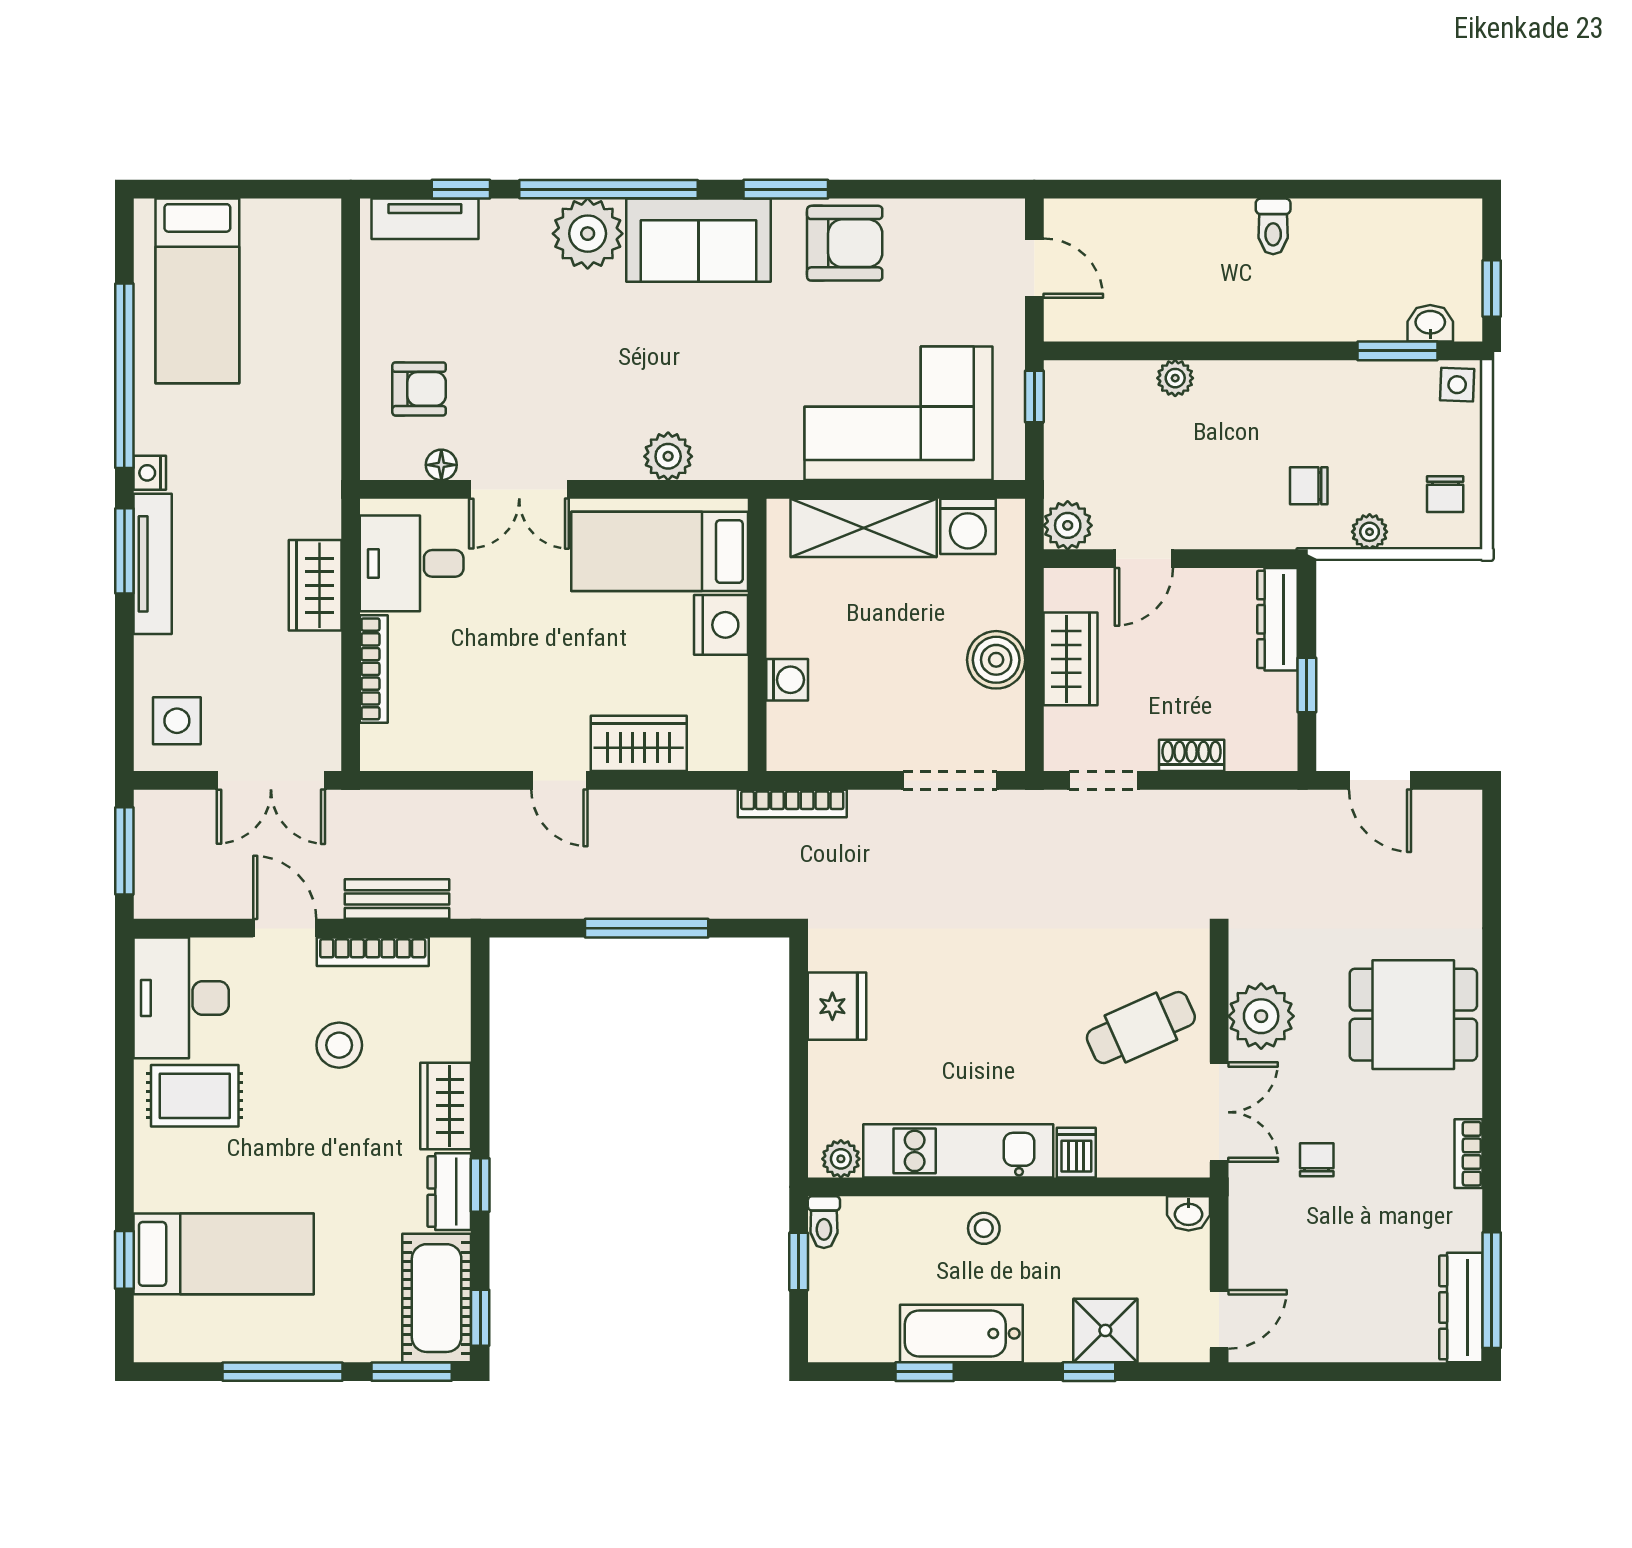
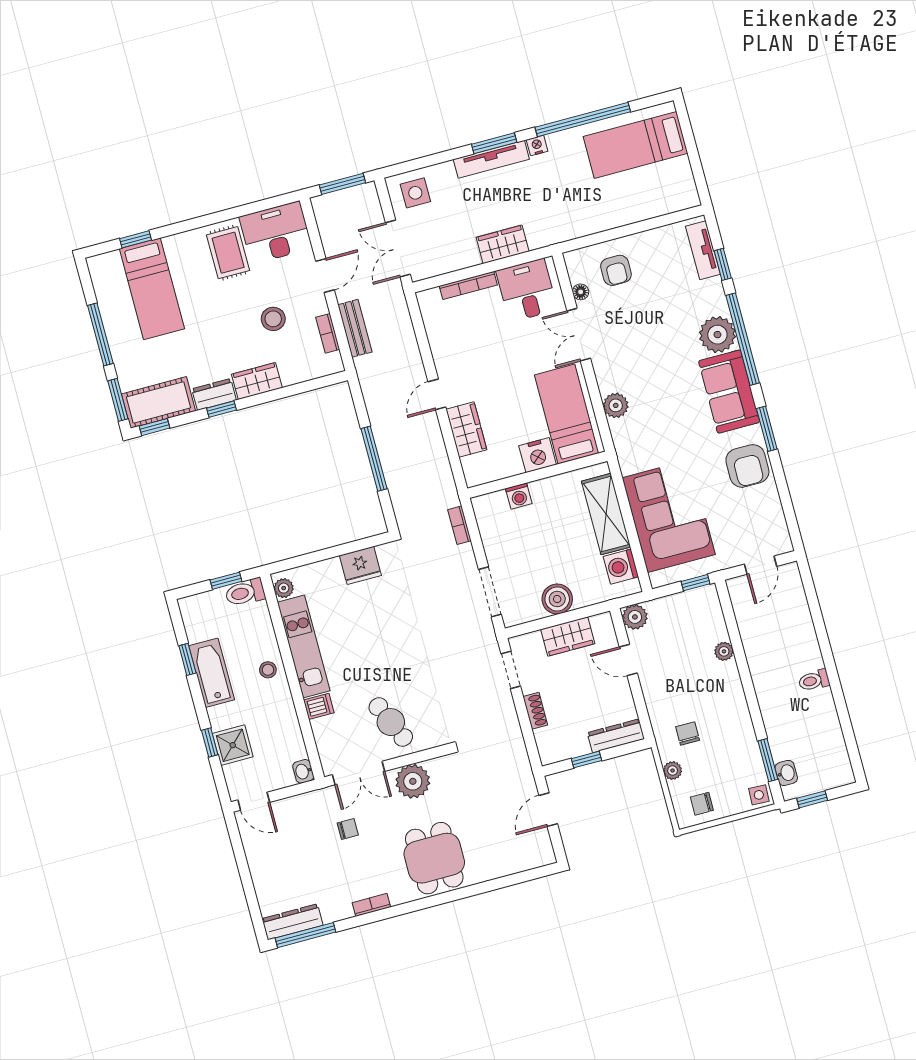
bookcase: (792, 804) -> (459, 525), width x0.64
bookcase: (373, 952) -> (328, 333), width x0.64
toilet: (824, 1222) -> (245, 592), width x1.37, depth x1.39

